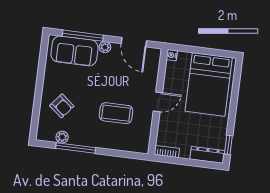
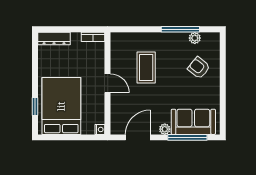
door: (134, 42) -> (138, 137), hinge flipped
door: (158, 102) -> (108, 83), swing flipped
coffee table: (116, 113) -> (146, 67), turned 90
window: (228, 145) -> (35, 106), moved

